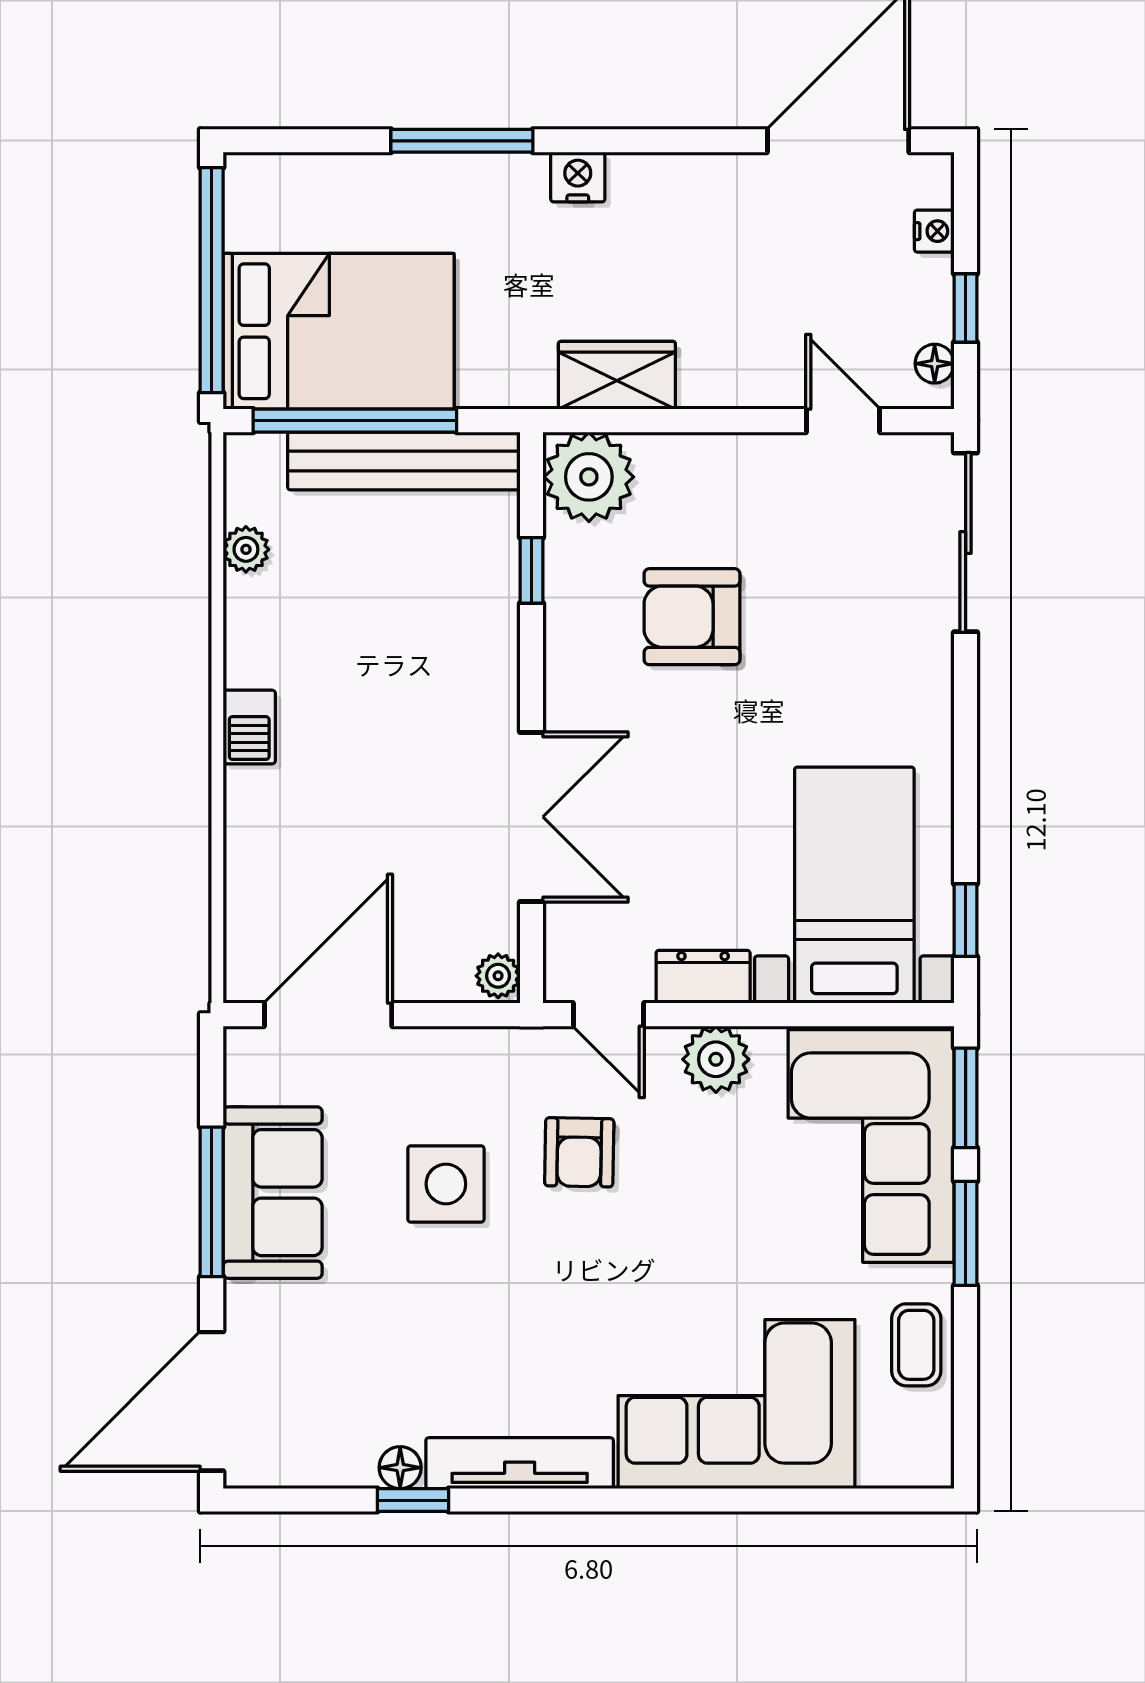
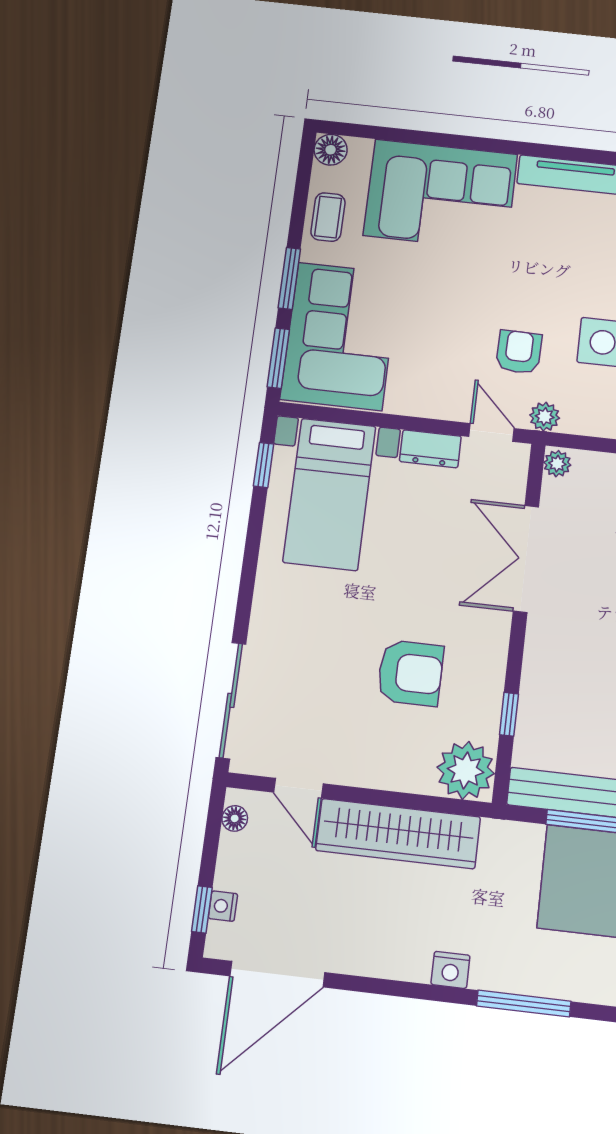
window: (966, 308) -> (202, 909), moved
wardrobe: (617, 375) -> (398, 834), width x2.10, depth x1.17
plant: (716, 1059) -> (545, 417), moved, width x0.73, depth x0.73
floor lamp: (927, 1461) -> (331, 150), added

